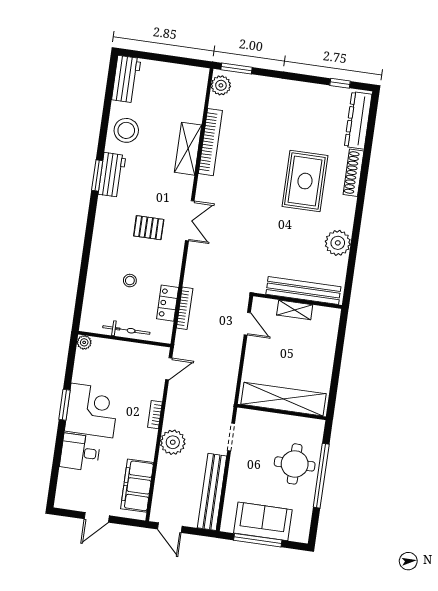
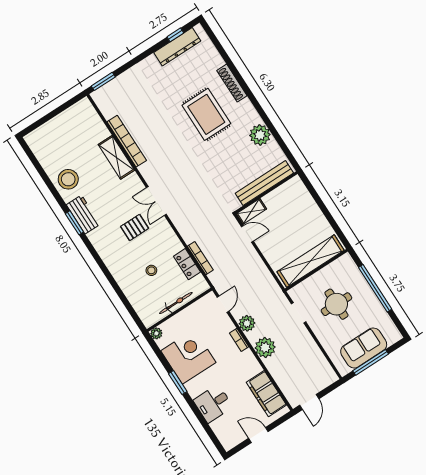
workbench: (126, 79) -> (41, 148), removed
plant: (221, 85) -> (247, 323), moved
dresser: (358, 120) -> (177, 47), moved, turned -90
double door: (190, 221) -> (156, 201), swing flipped
shelving: (295, 310) -> (251, 211), moved
corner desk: (92, 410) -> (188, 357), moved
round table: (295, 464) -> (336, 304), moved
bench: (212, 492) -> (316, 357), removed
door: (97, 517) -> (258, 435), swing flipped
door: (170, 528) -> (309, 402), hinge flipped

